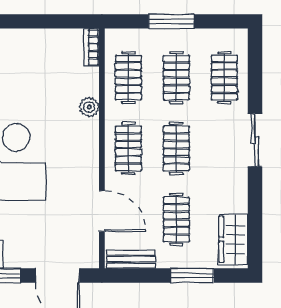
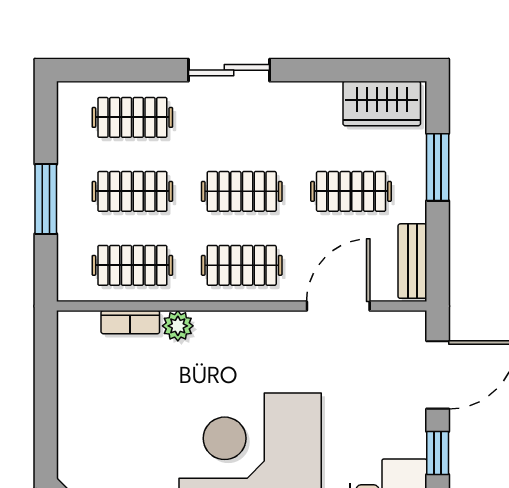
bookcase: (92, 47) -> (130, 322), moved

